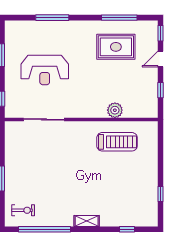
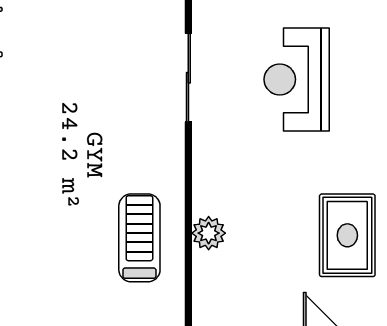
treadmill: (117, 142) -> (139, 238), turned 180

